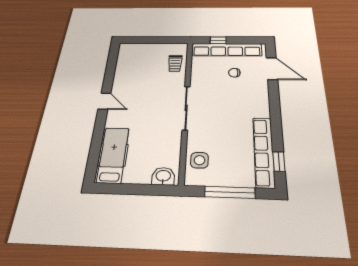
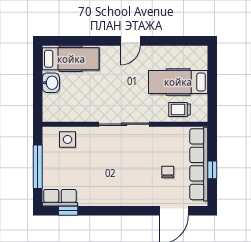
window: (218, 40) -> (212, 170), moved
hospital bed: (149, 64) -> (178, 82), added
row of seats: (264, 152) -> (60, 198), width x0.50
washbasin: (163, 176) -> (51, 83), moved

